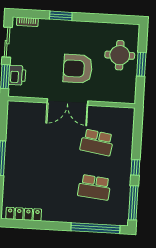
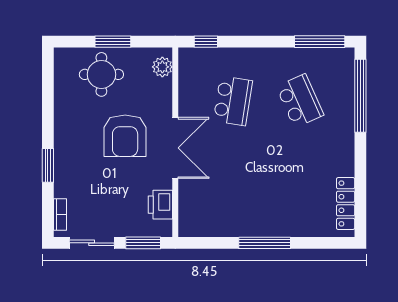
printer: (17, 75) -> (160, 205), moved, turned -90
plant: (122, 96) -> (162, 67), added
window: (135, 167) -> (206, 42), moved
school desk: (94, 187) -> (300, 101), turned -30

